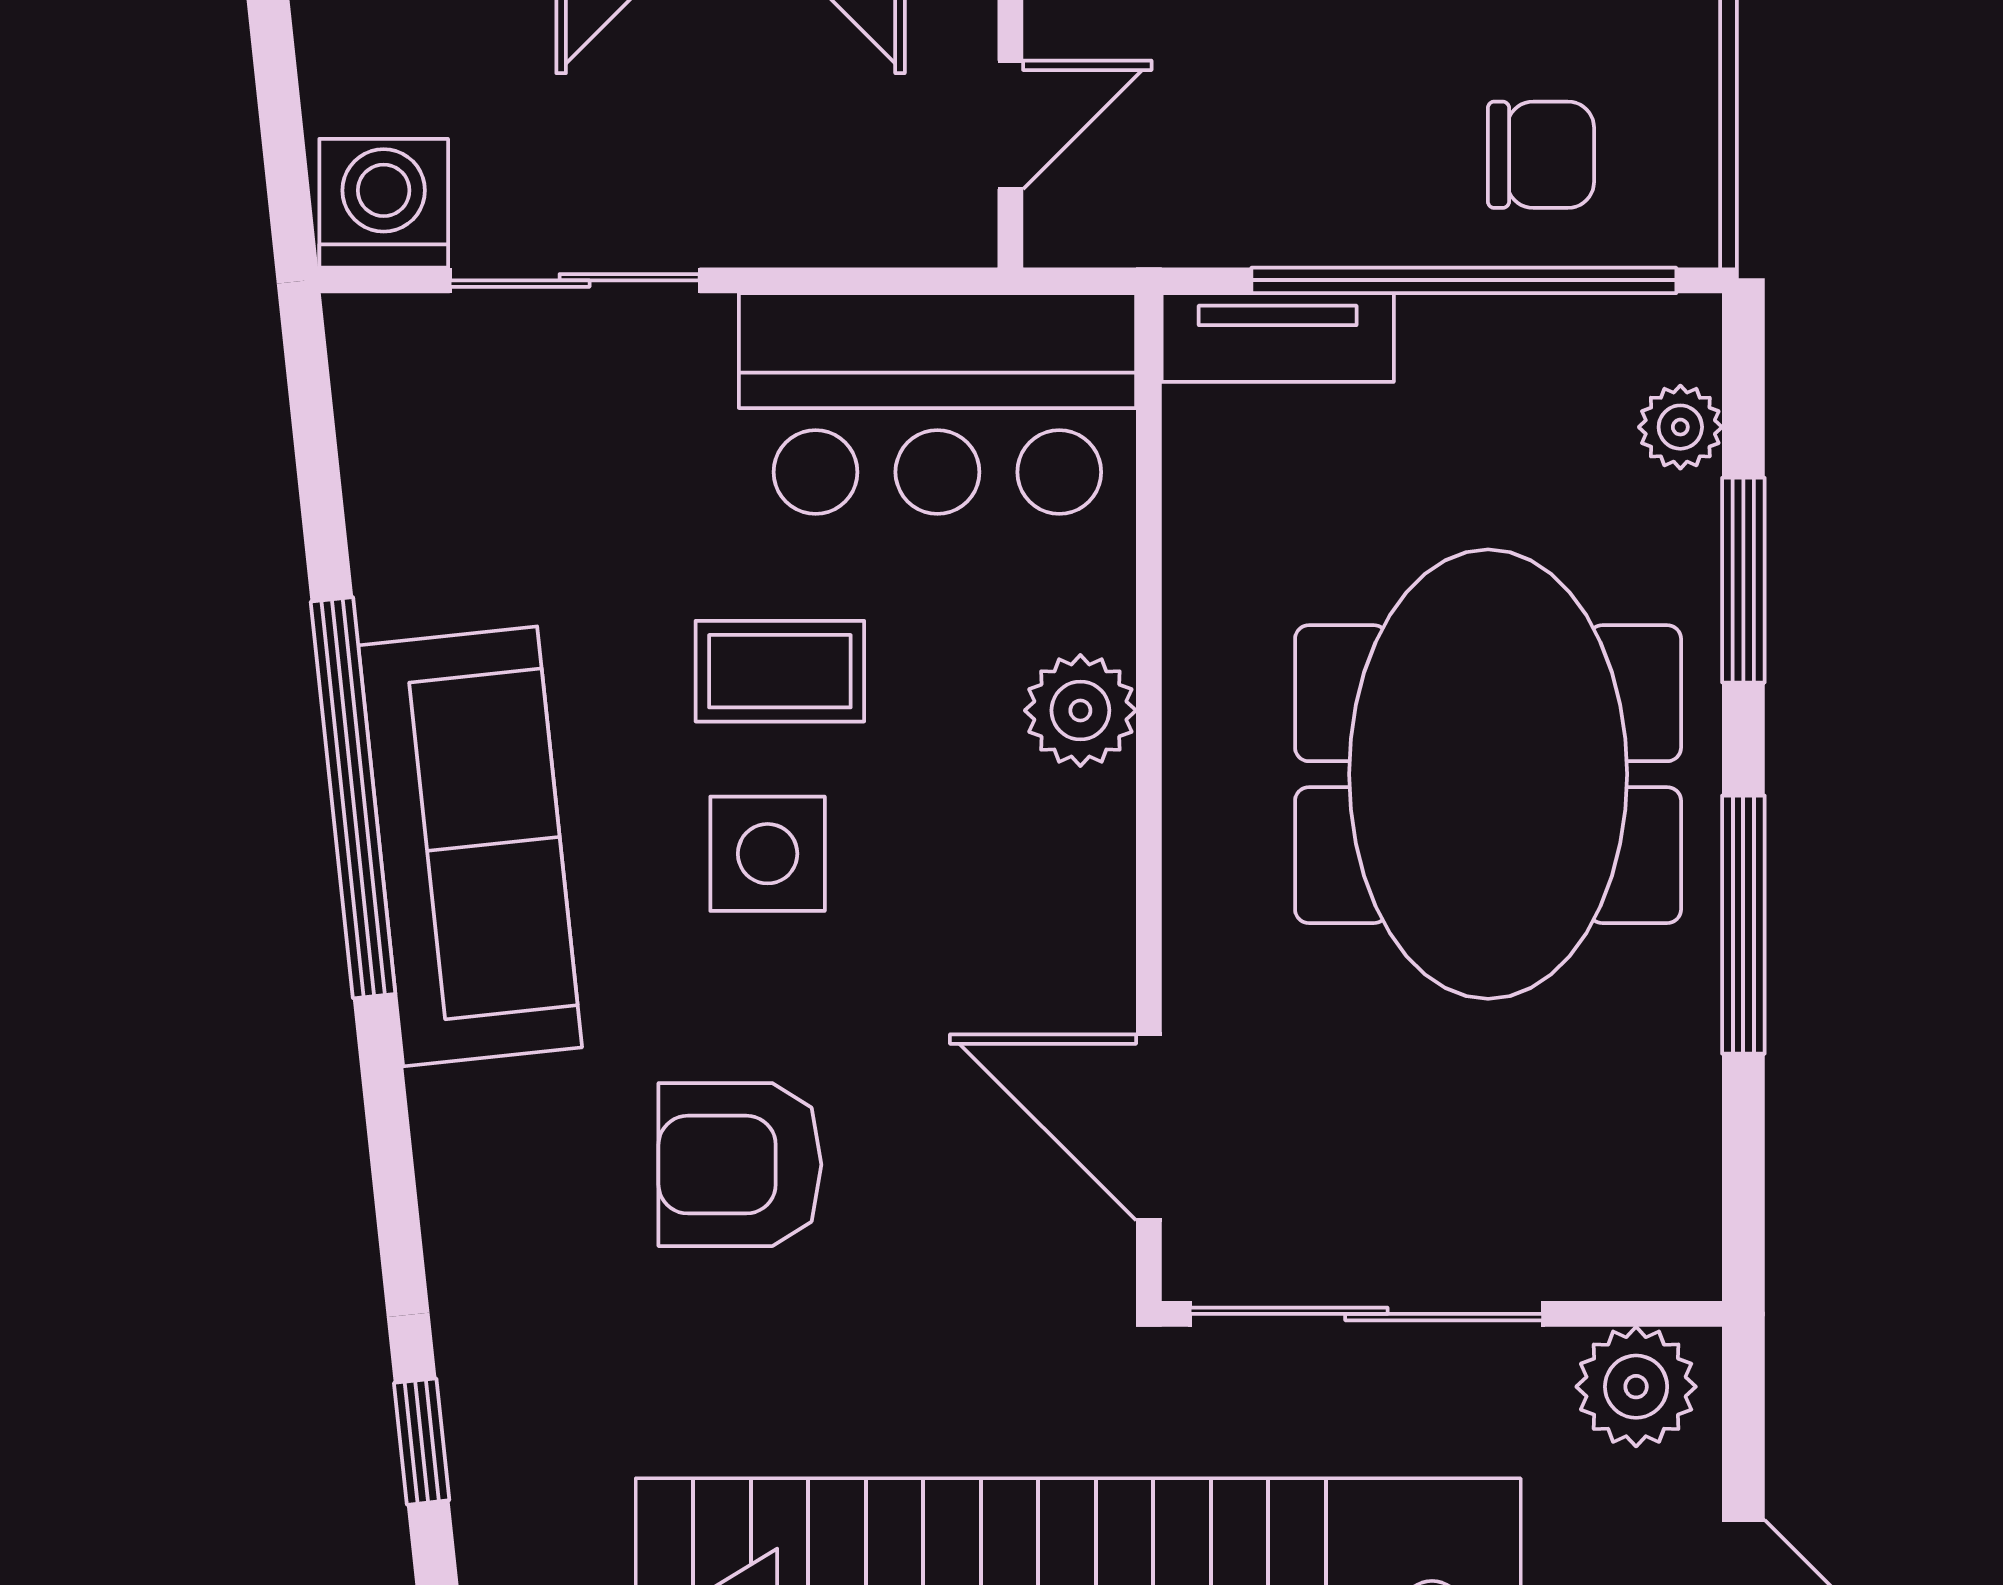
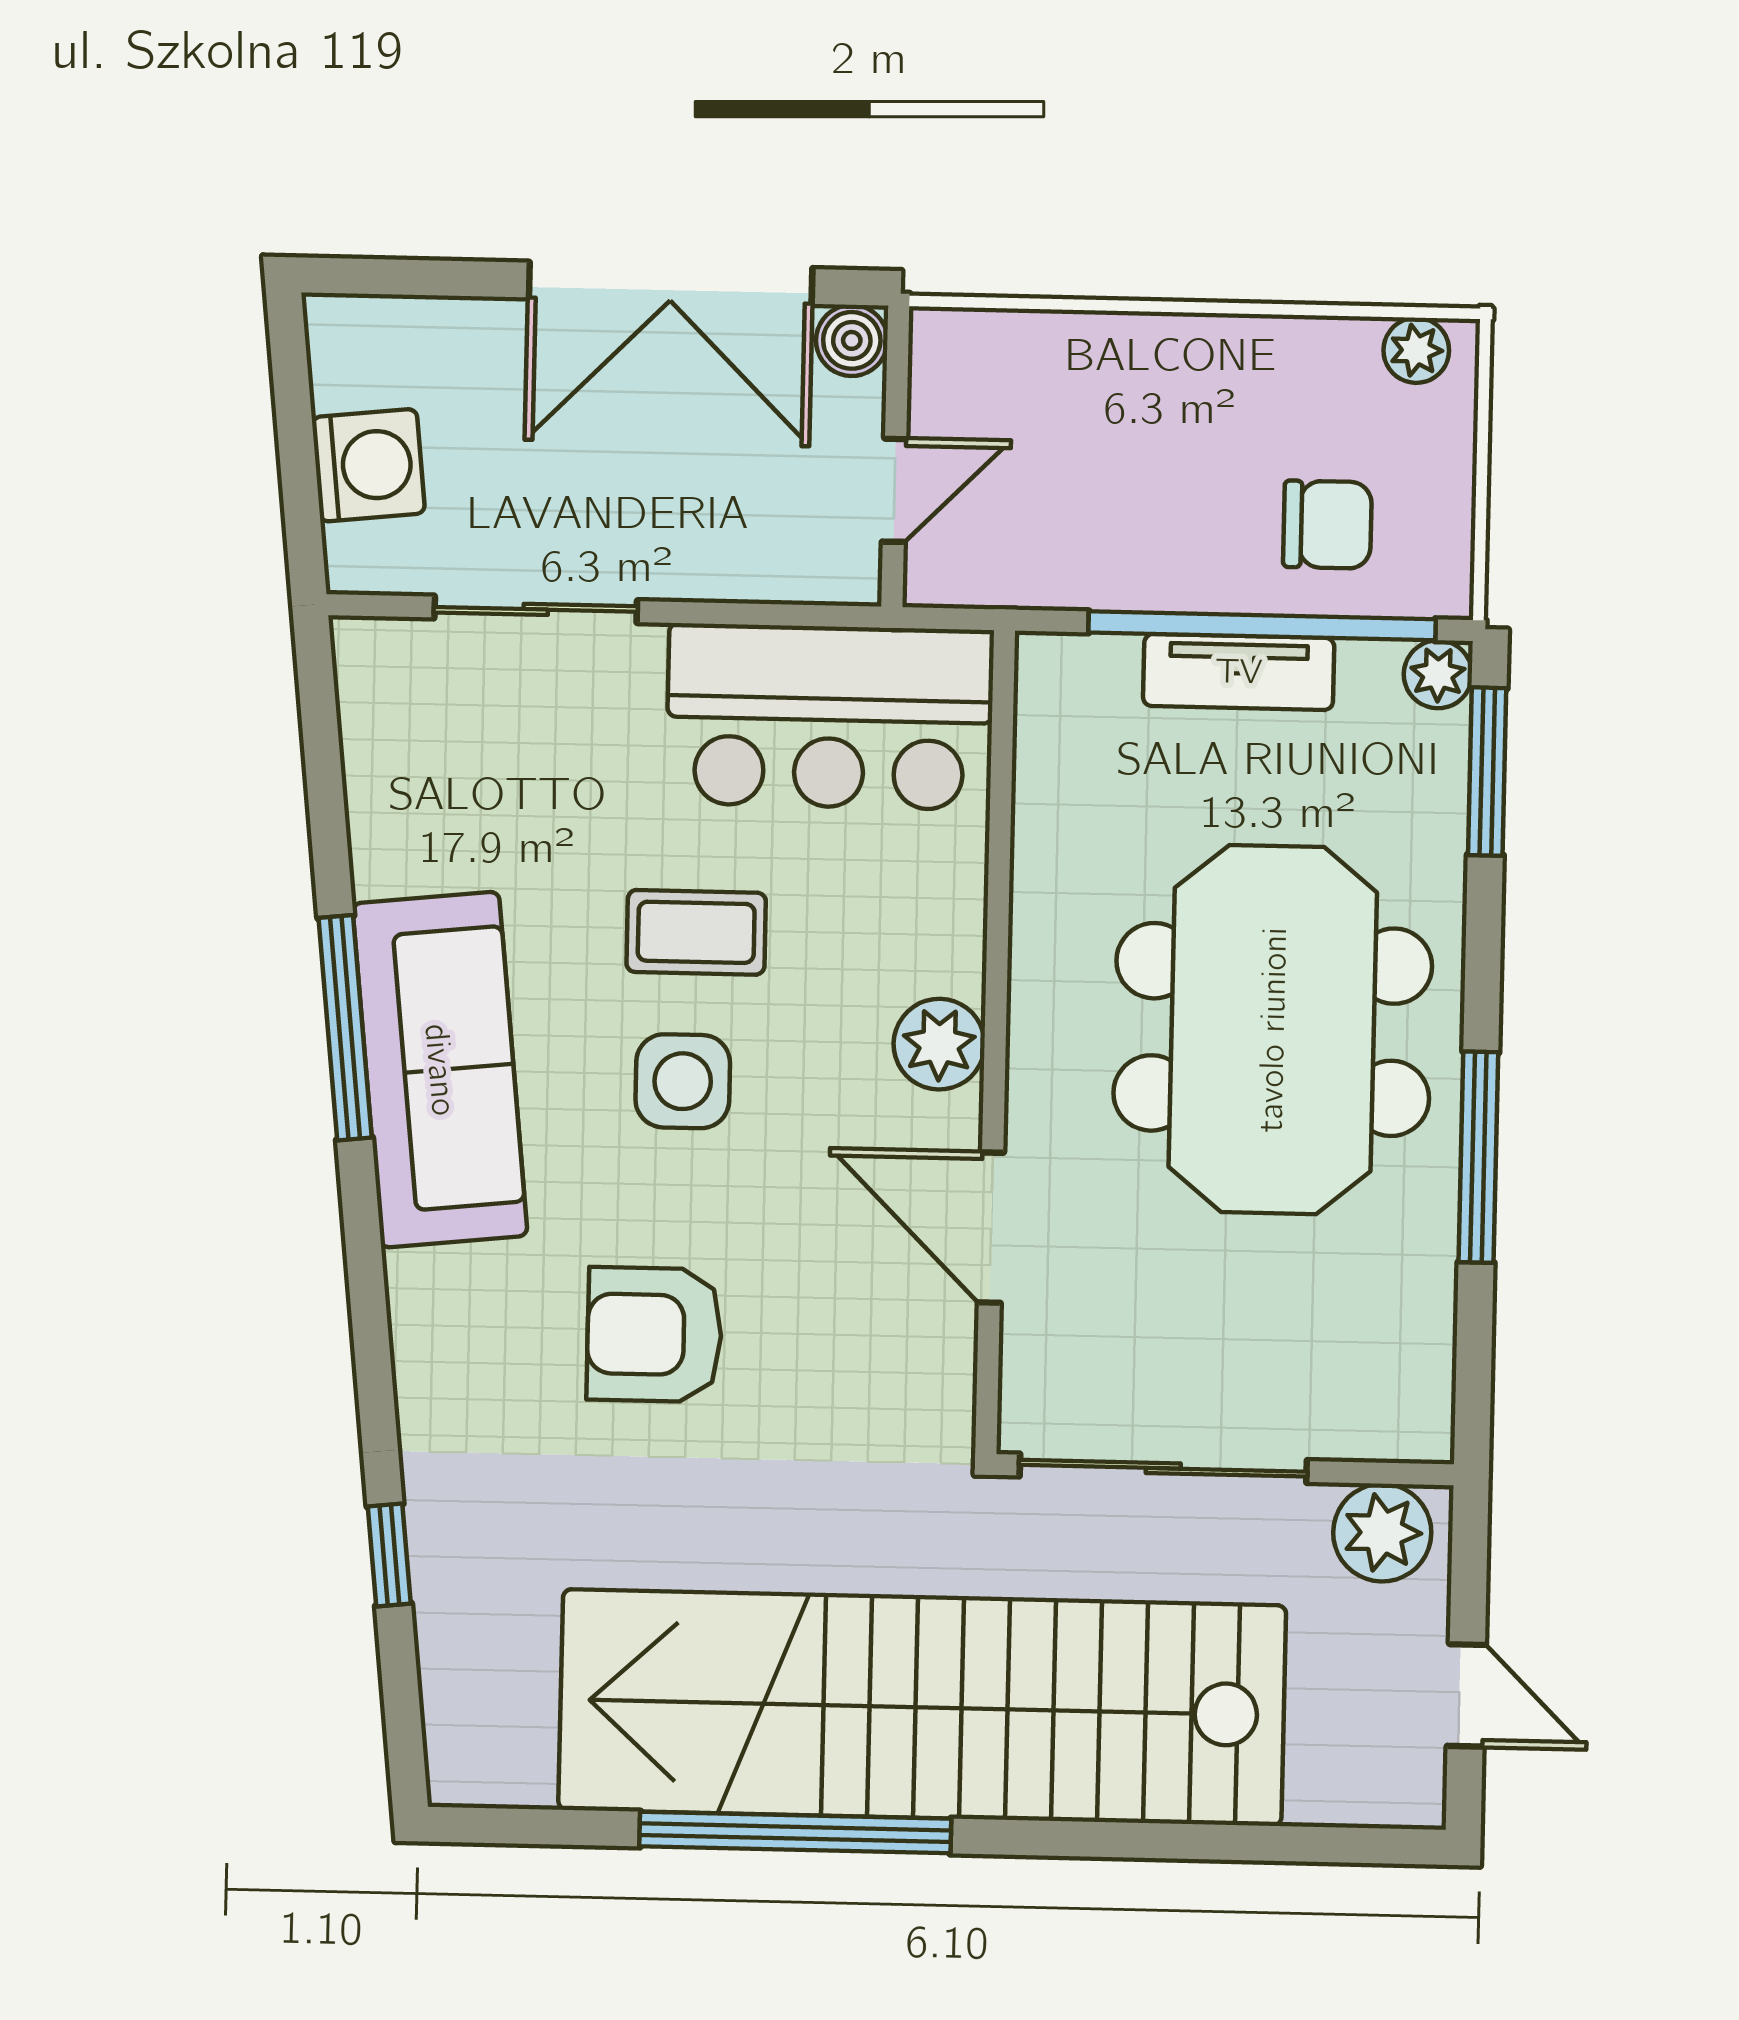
washing machine: (384, 203) -> (368, 465), moved, turned 84
tv unit: (1278, 338) -> (1239, 672), moved
plant: (1680, 427) -> (1438, 674), moved
window: (1743, 580) -> (1487, 772), moved
plant: (1080, 710) -> (939, 1044), moved
window: (353, 798) -> (345, 1028), width x0.68
door: (1149, 1127) -> (991, 1228), moved

